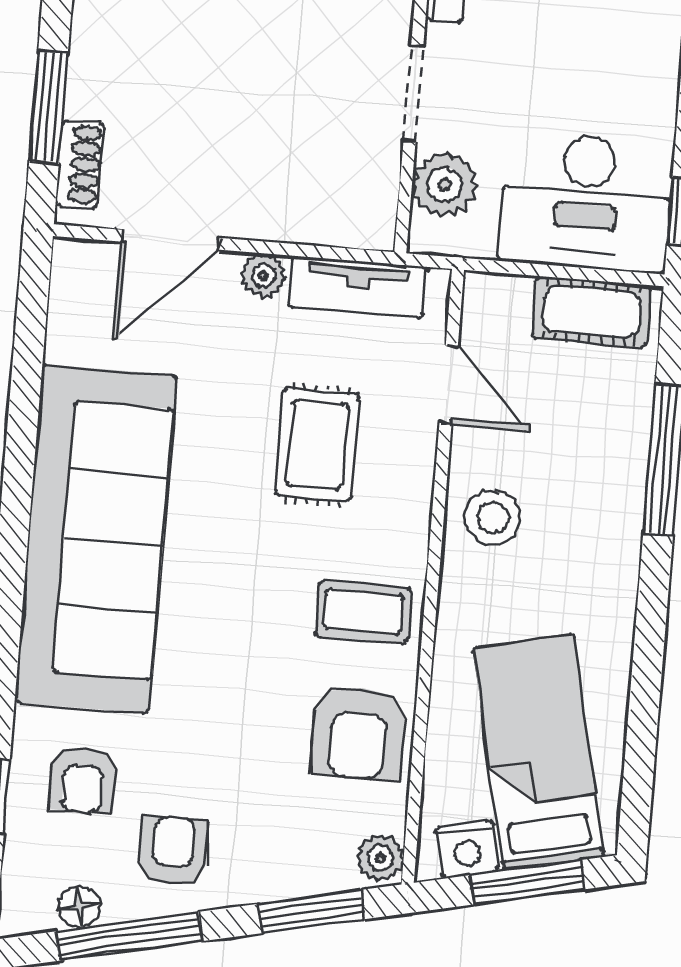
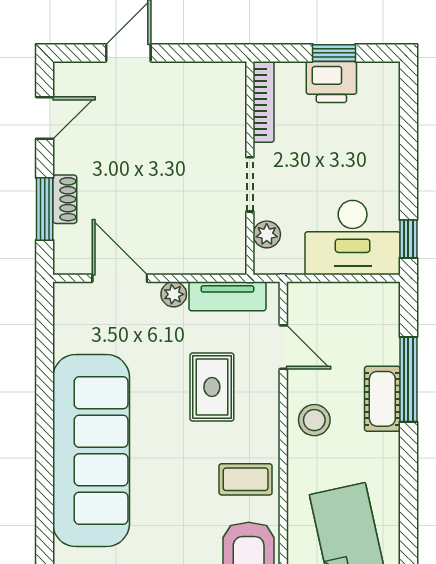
shoe rack: (80, 164) -> (65, 199), moved
plant: (445, 185) -> (267, 234), width x0.73, depth x0.73
door: (171, 240) -> (120, 278), swing flipped
cot: (592, 312) -> (382, 399), moved, turned 90

